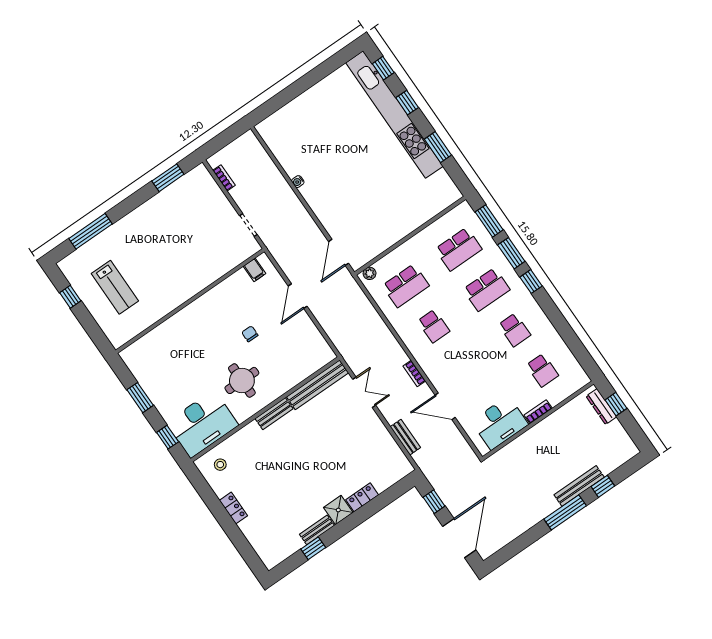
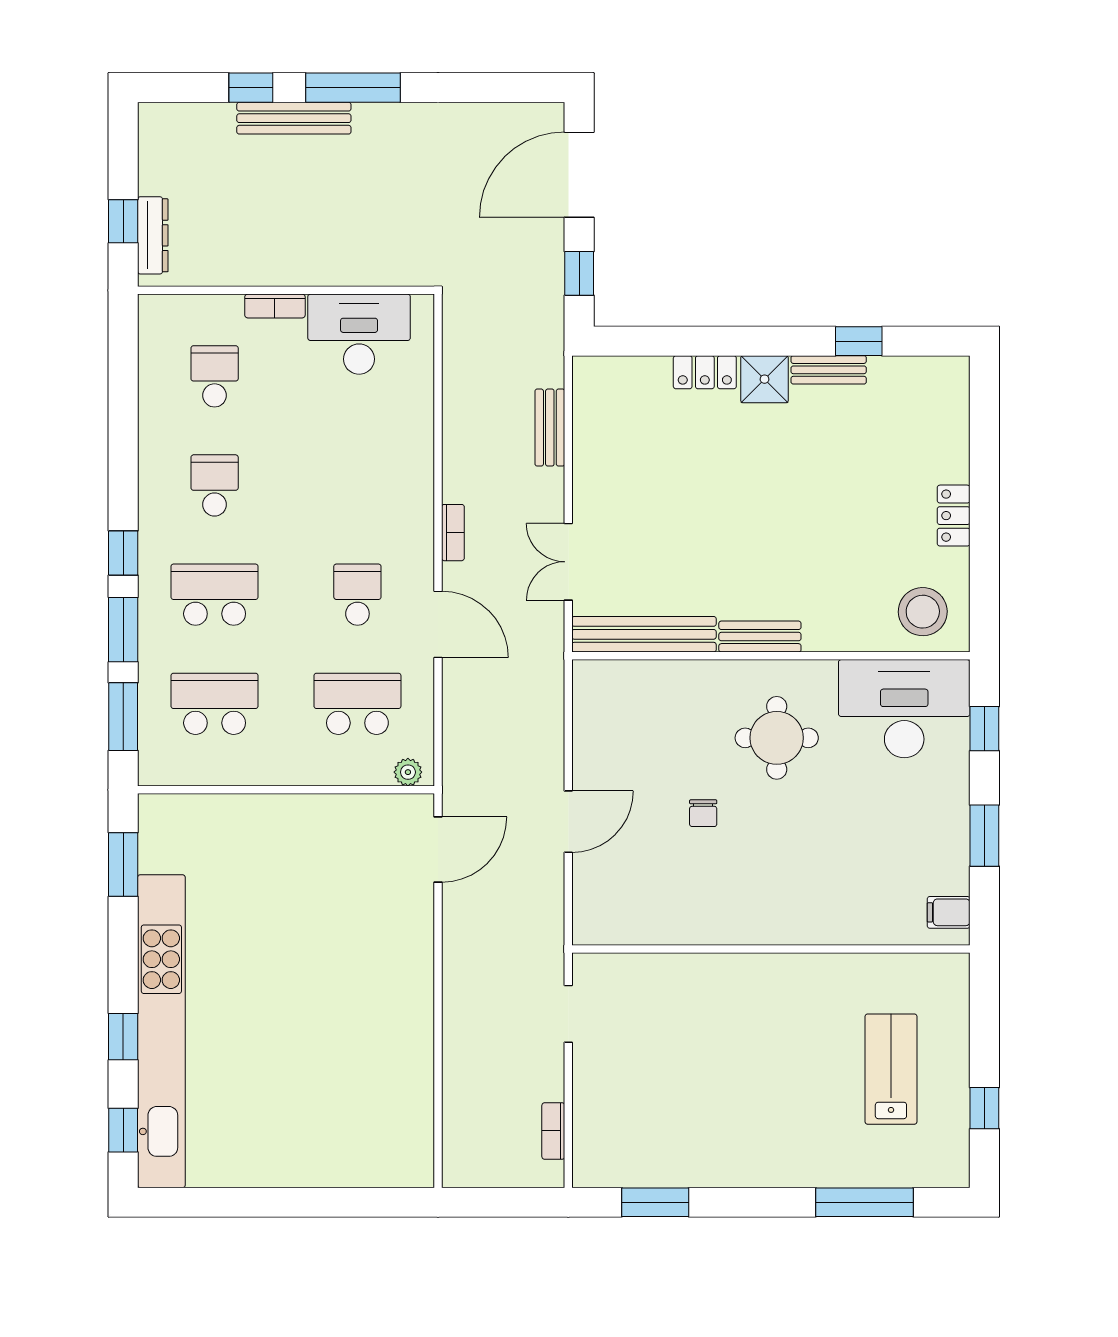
window: (438, 147) -> (123, 865), moved
water cooler: (298, 182) -> (423, 1031), removed
filing cabinet: (255, 270) -> (949, 912), moved, turned -90
door: (445, 406) -> (438, 624), moved
stool: (220, 465) -> (923, 612), width x1.89, depth x1.89

